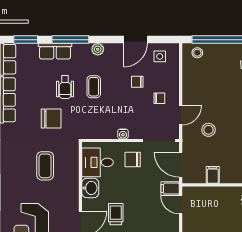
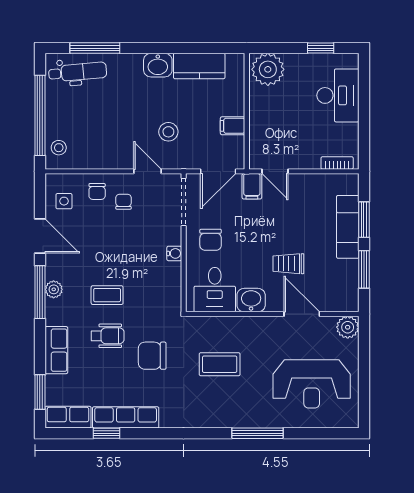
window: (70, 40) -> (40, 292), moved
chair: (137, 82) -> (97, 191), moved
chair: (51, 118) -> (152, 356), turned -90
door: (181, 205) -> (275, 171), hinge flipped

